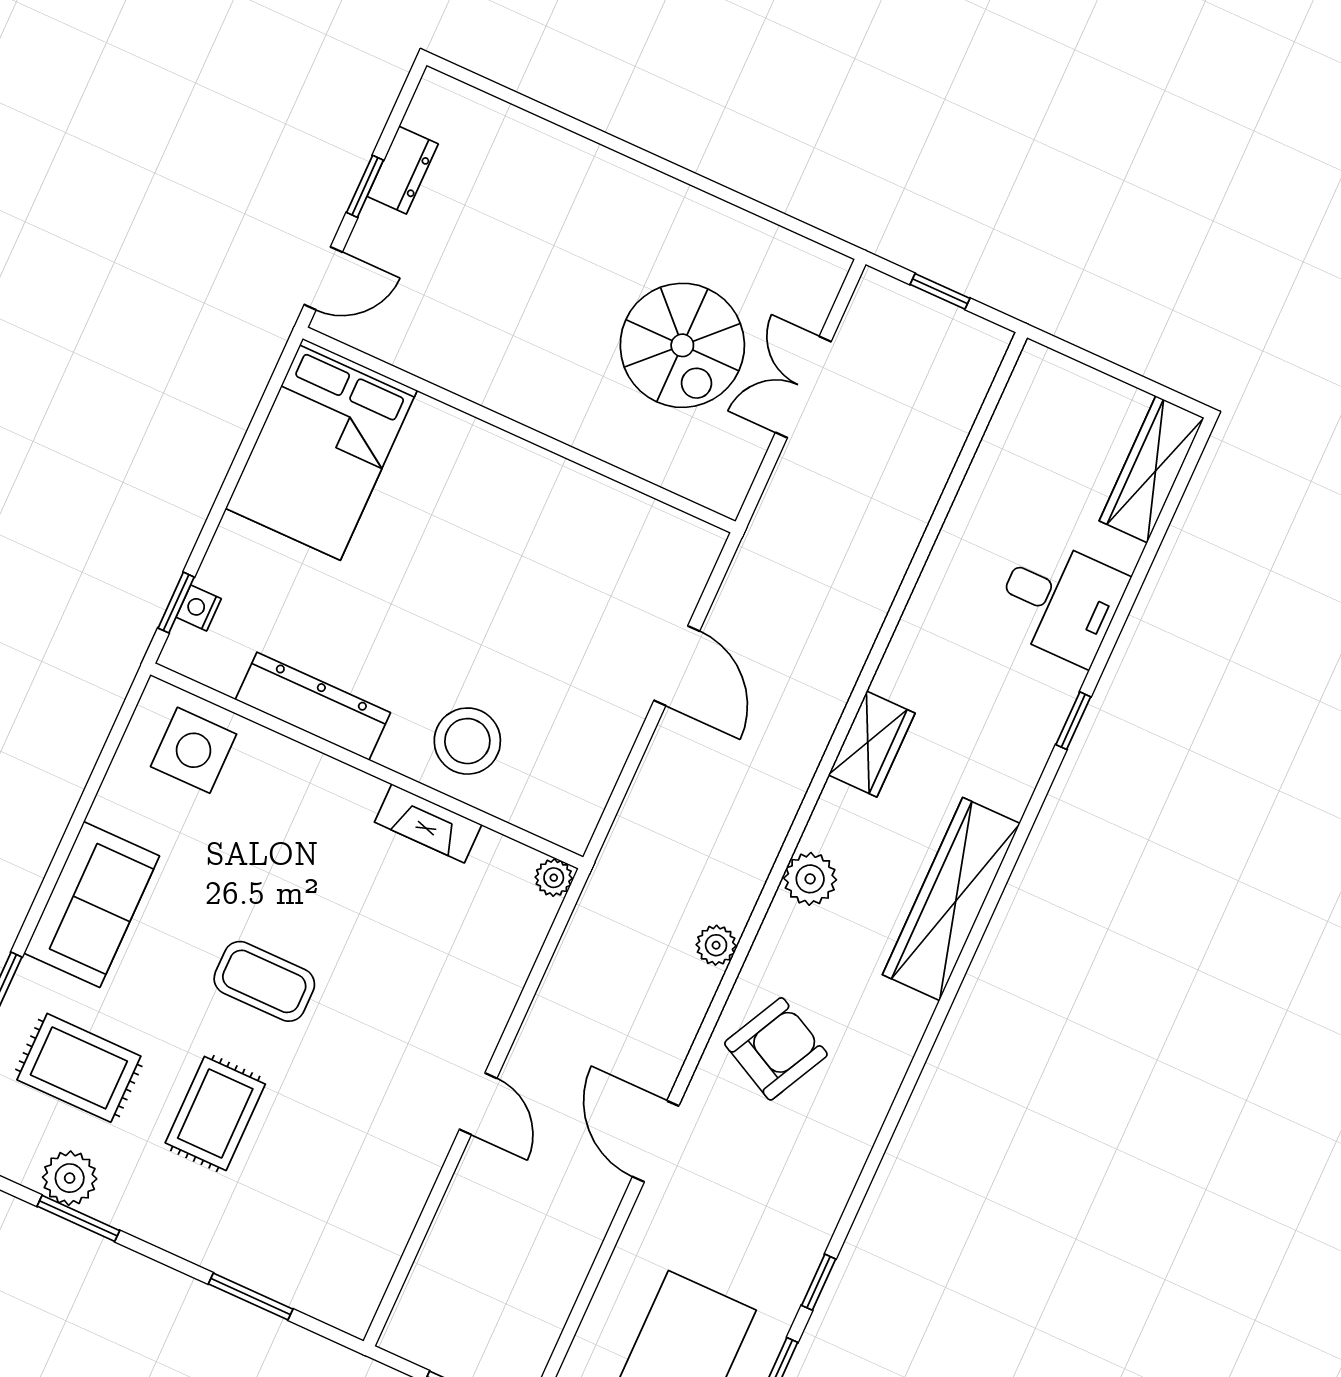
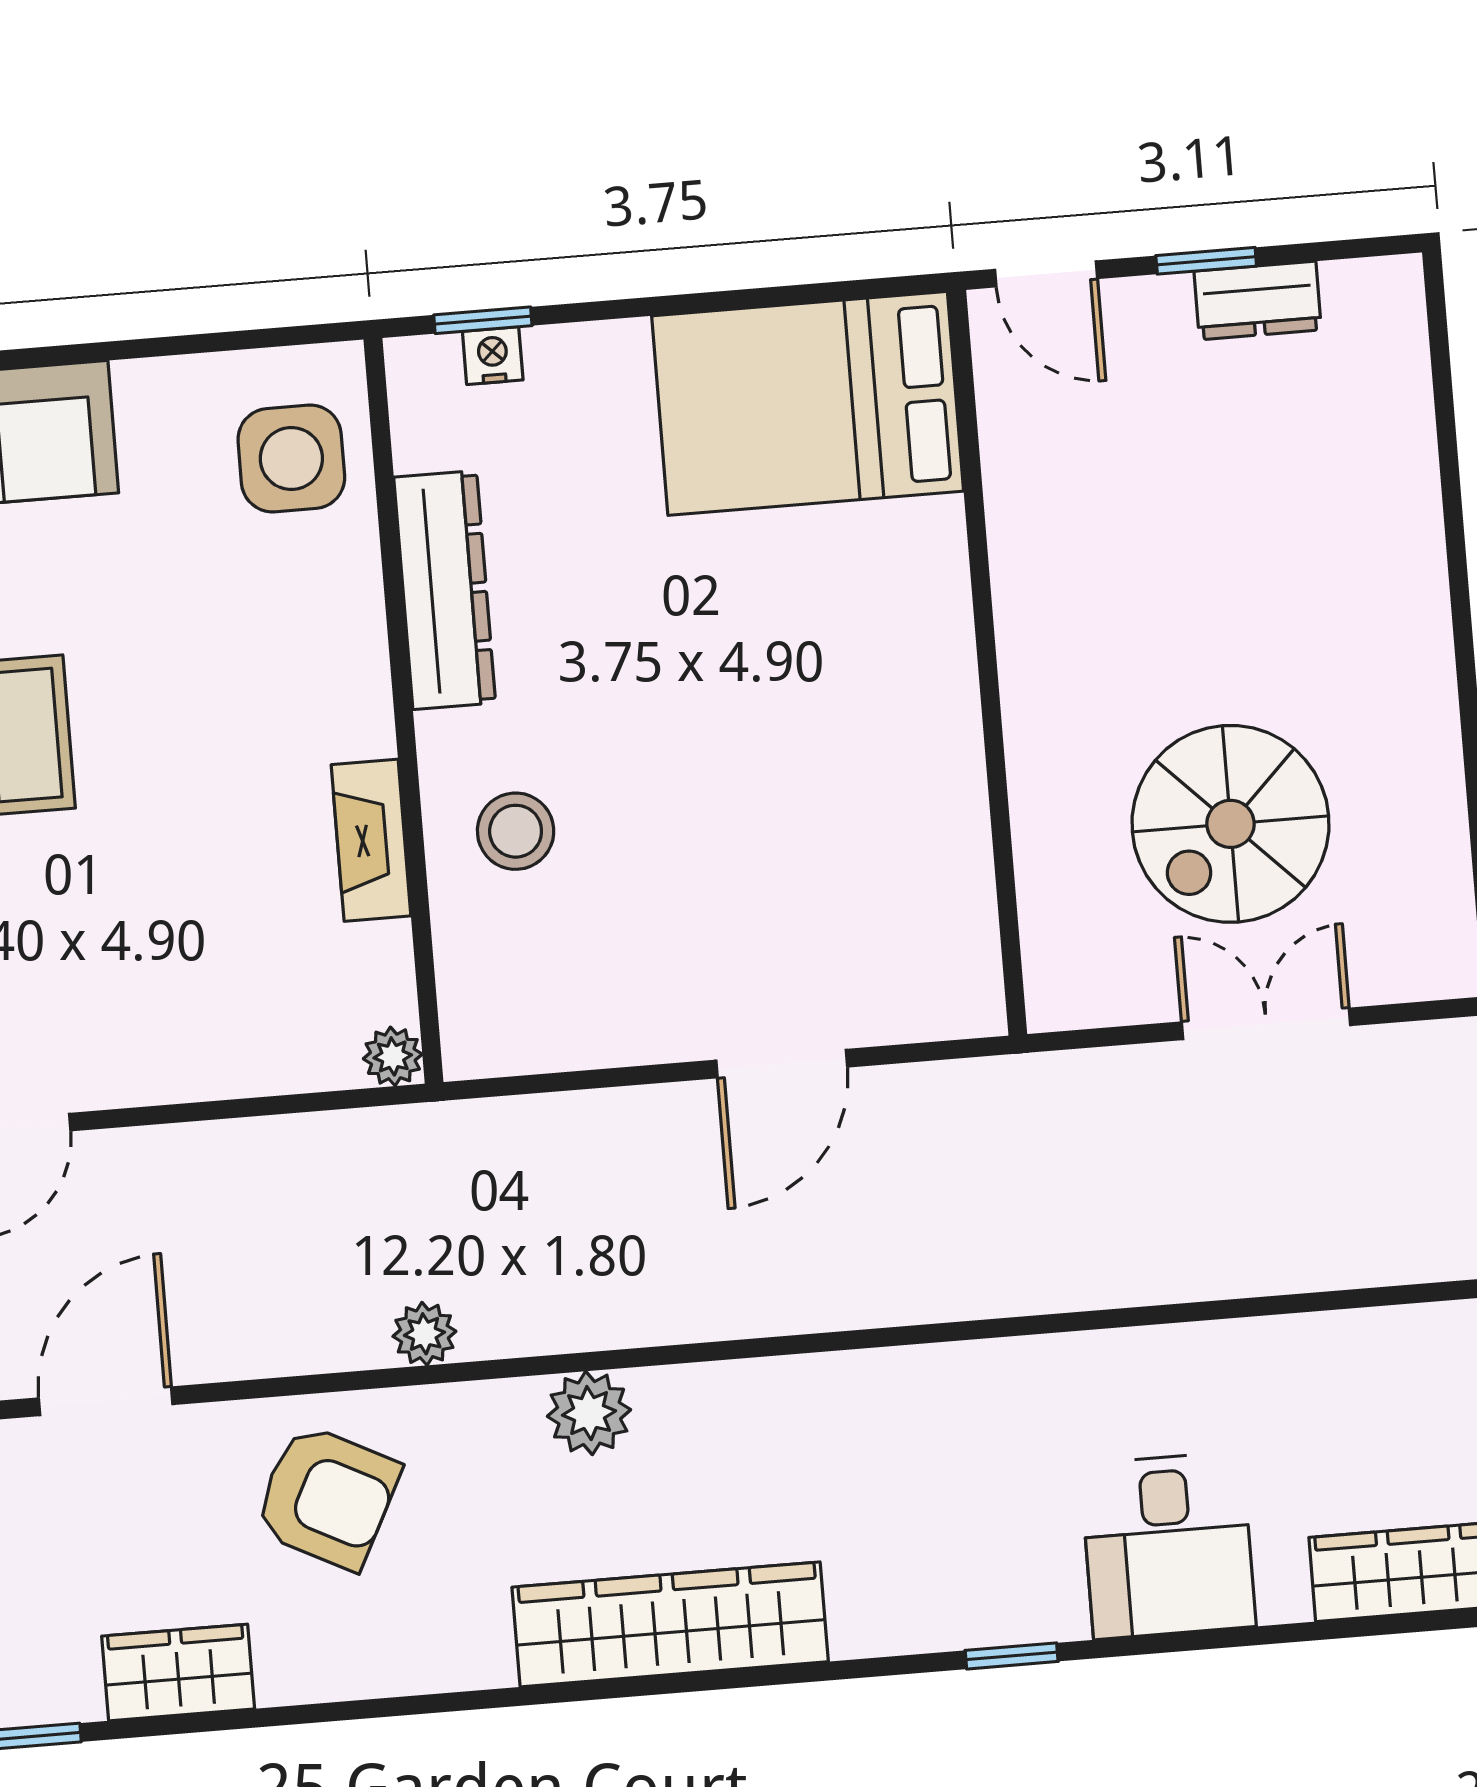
stool: (467, 741) -> (516, 831), width x0.73, depth x0.73
wardrobe: (872, 744) -> (178, 1672), moved, turned 180

